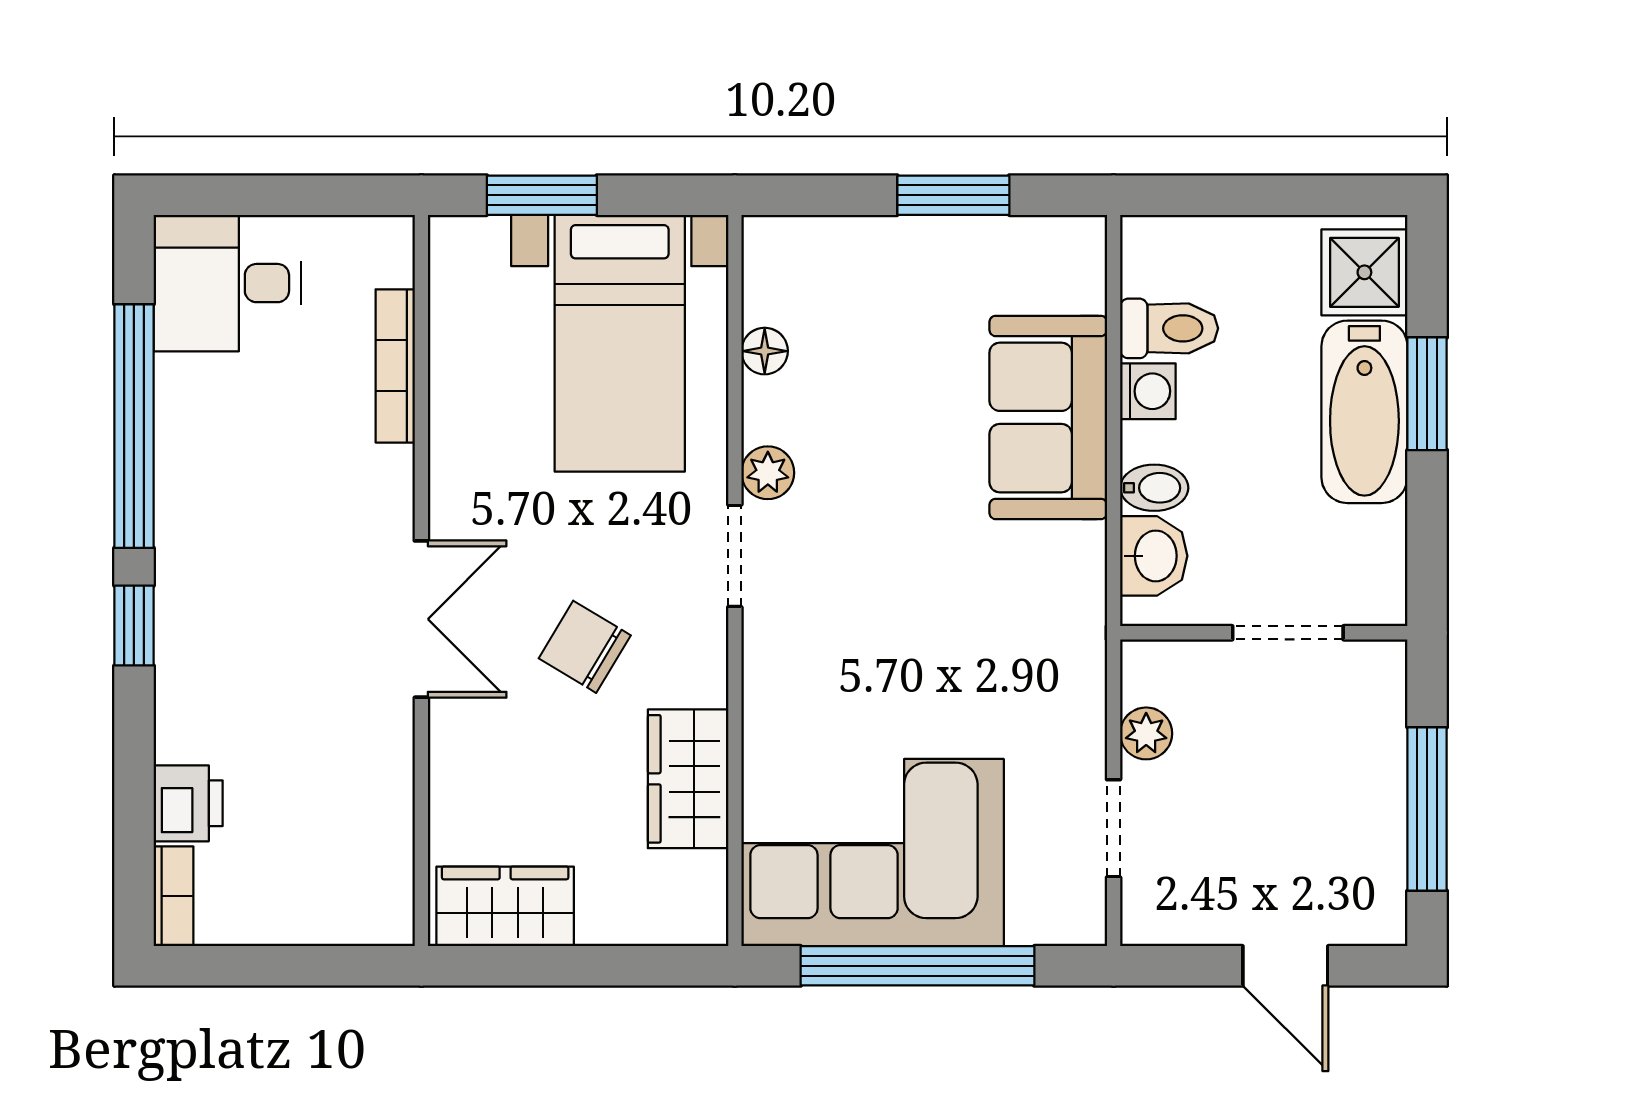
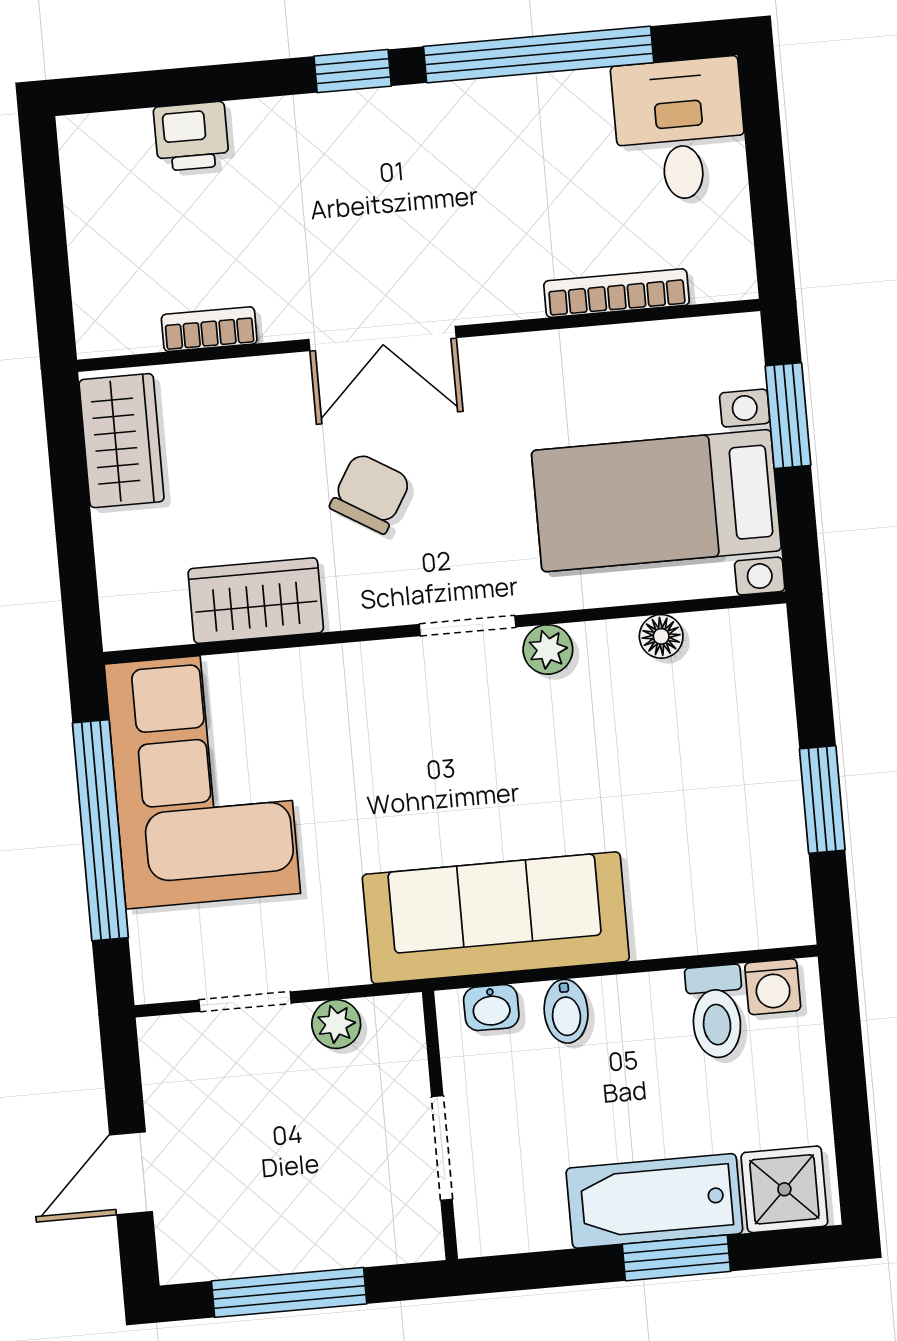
washing machine: (1148, 391) -> (773, 987), moved
sofa: (1048, 417) -> (496, 918), moved, width x1.36
washbasin: (1154, 556) -> (491, 1008), width x0.72, depth x0.69
bookcase: (174, 896) -> (209, 329), moved, turned 180

